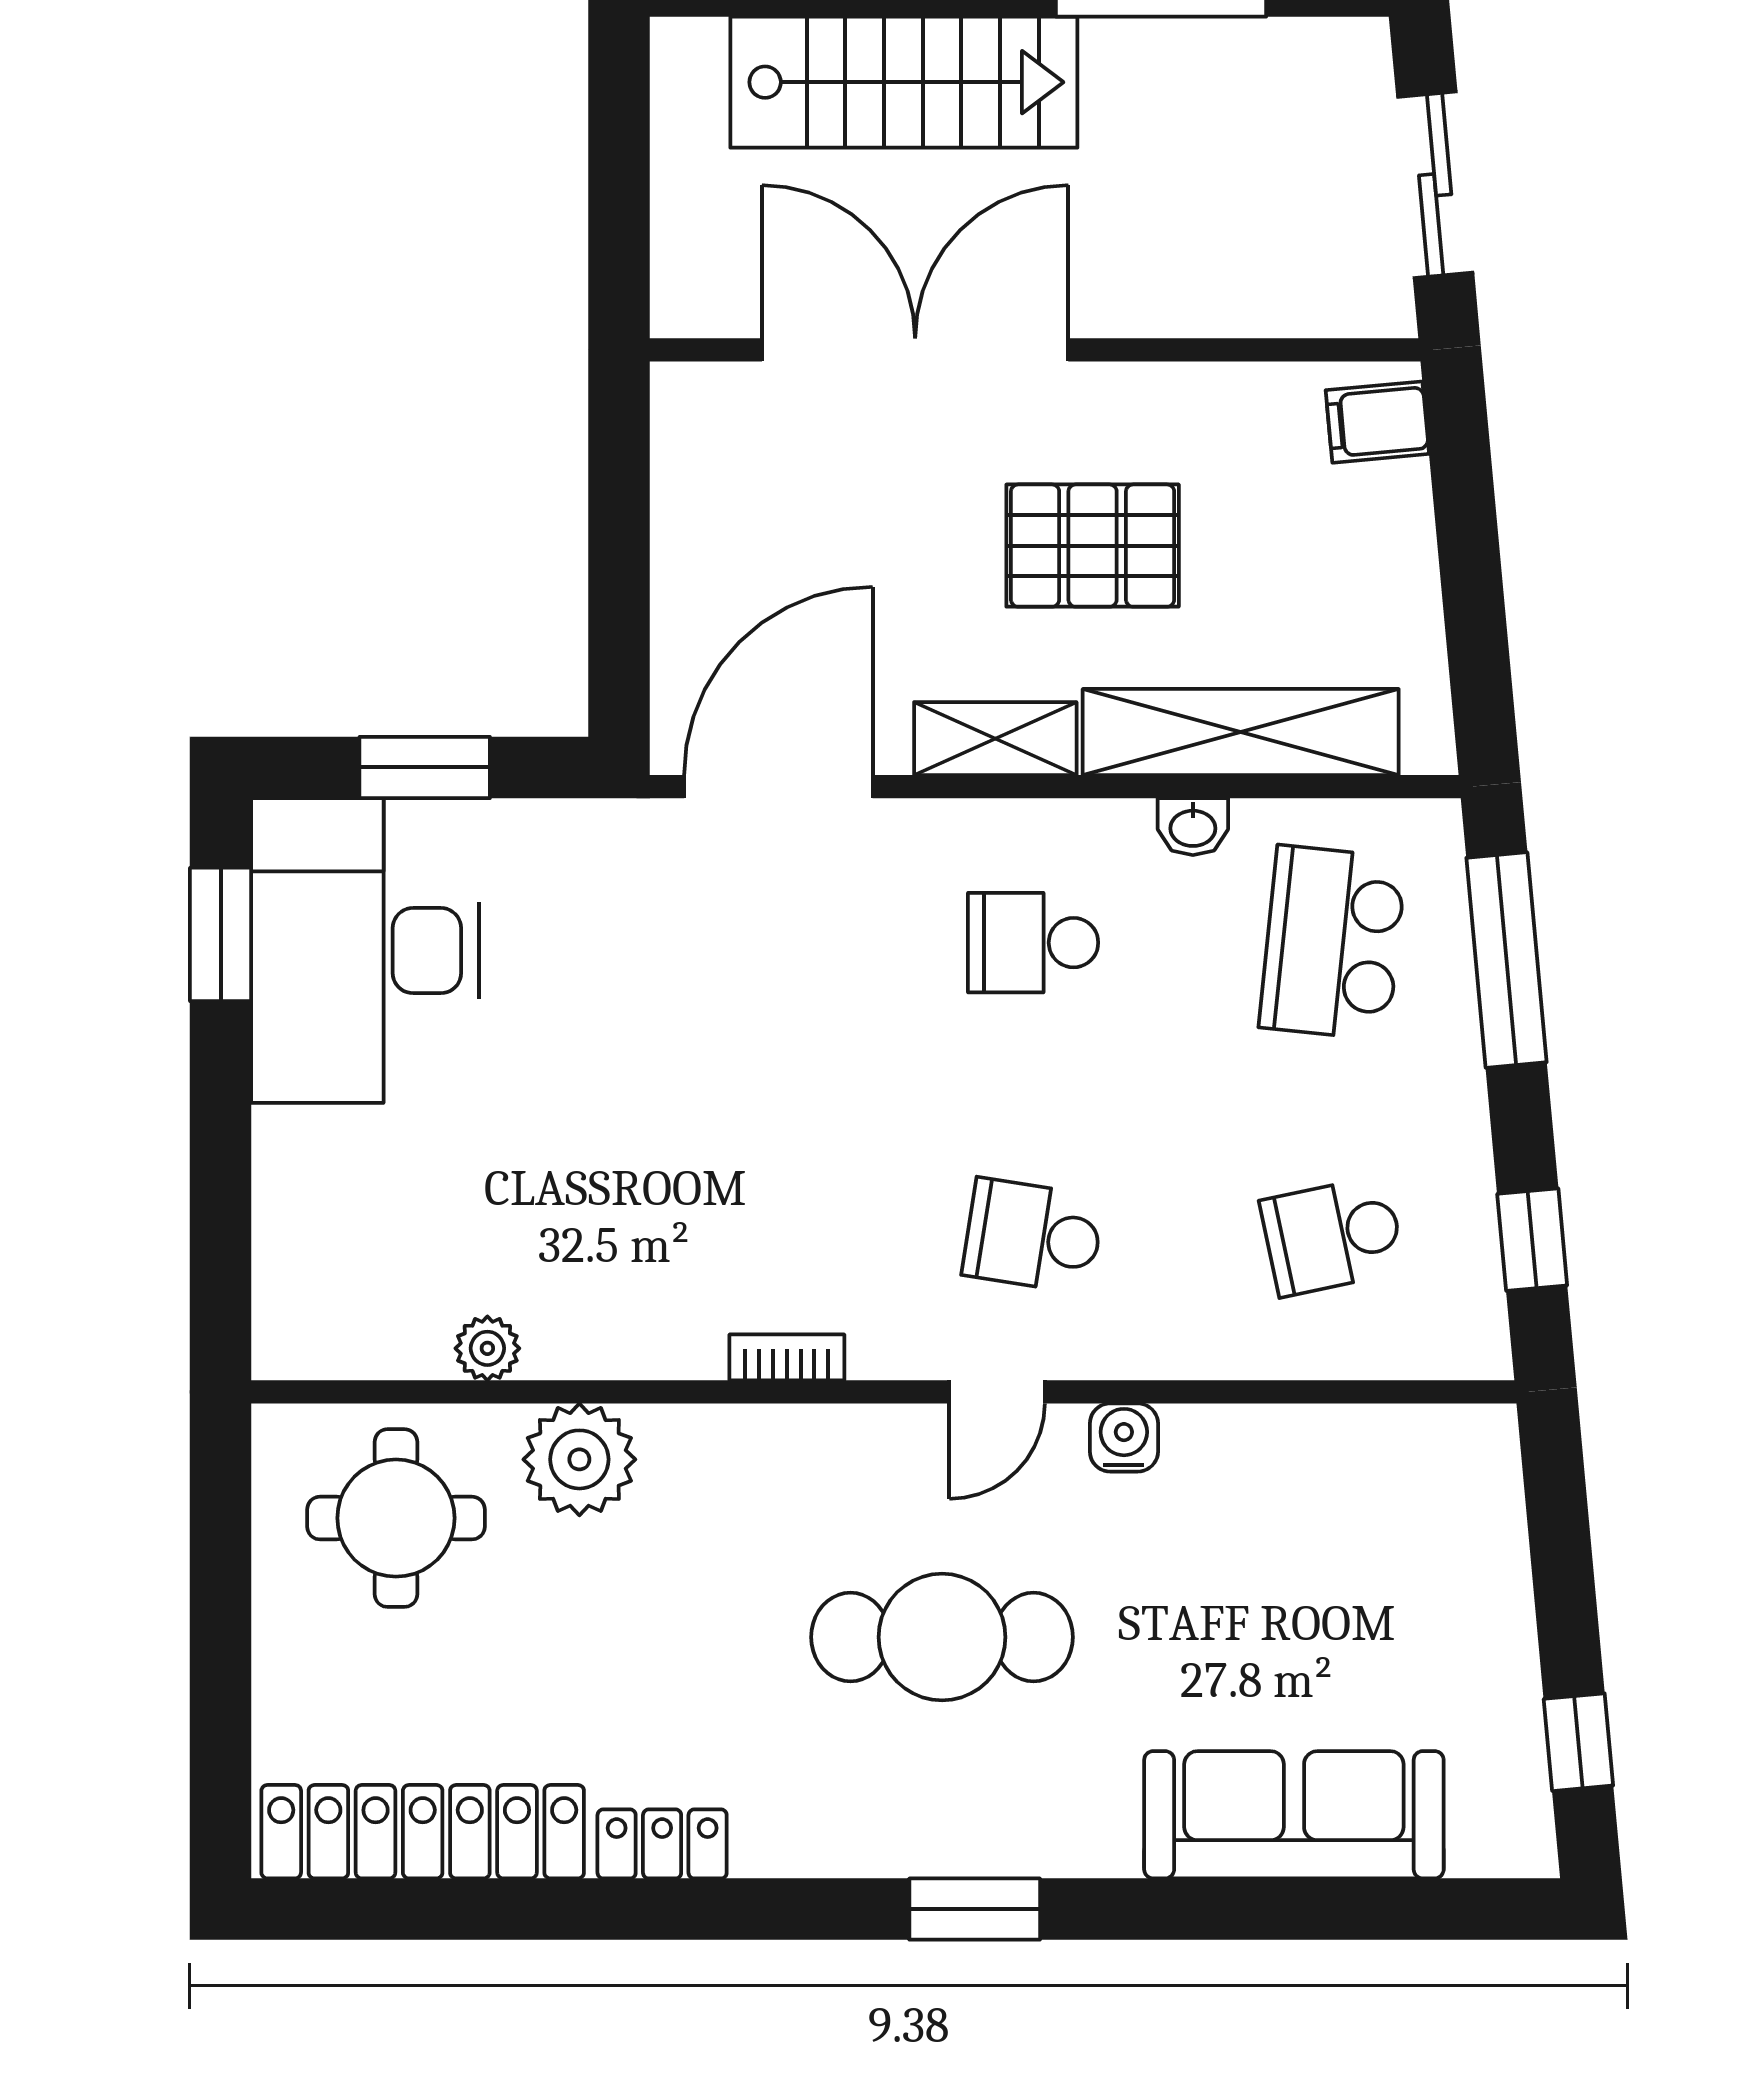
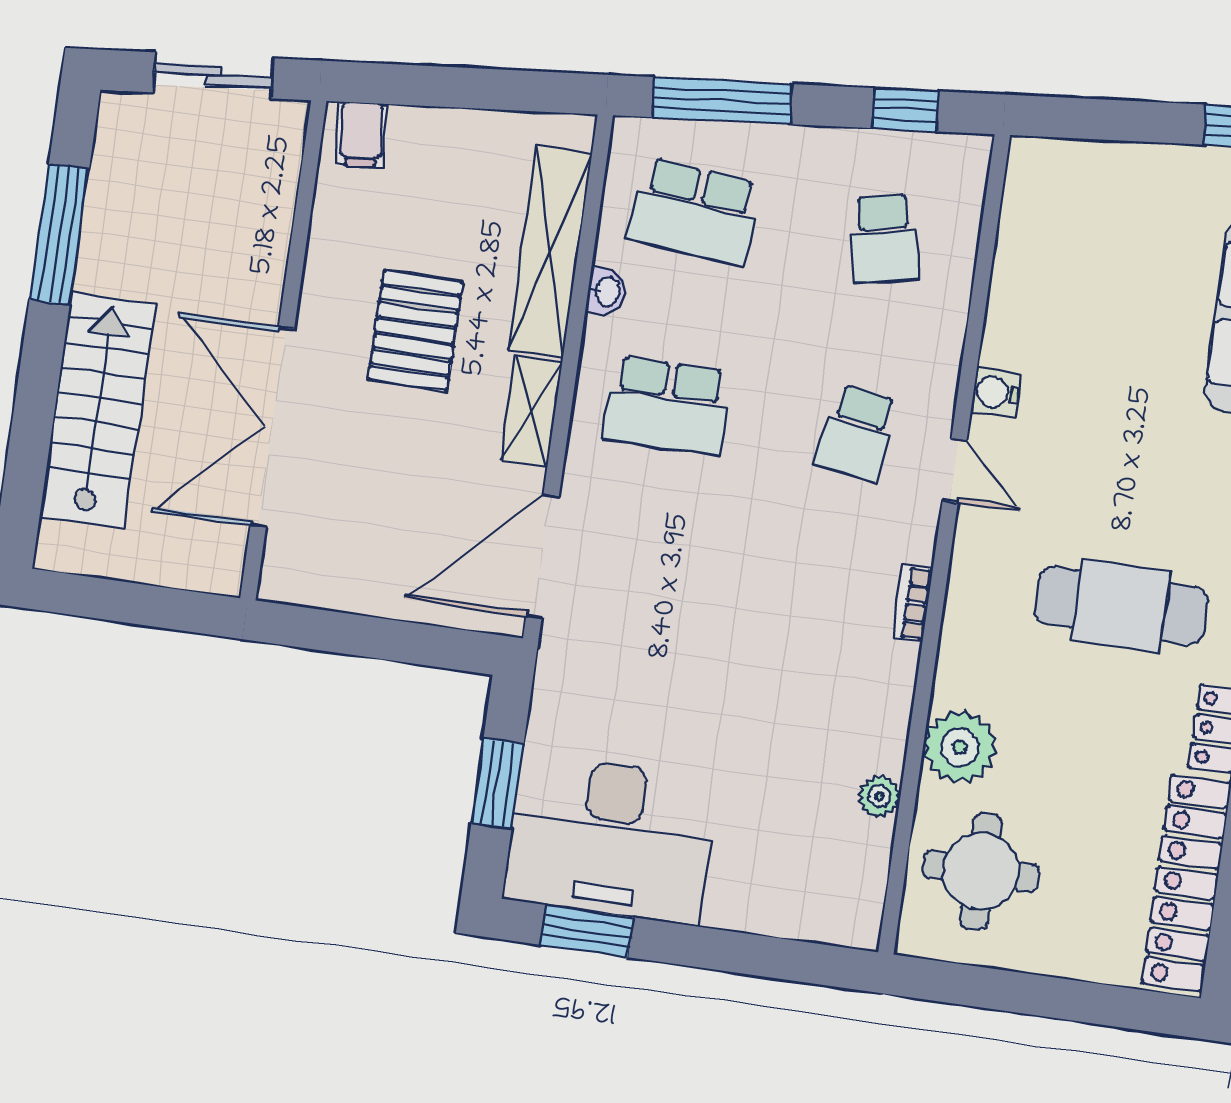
door: (778, 787) -> (542, 556), hinge flipped
school desk: (1033, 943) -> (667, 406), width x1.85
cafe table: (942, 1637) -> (1121, 606), moved, turned 90

